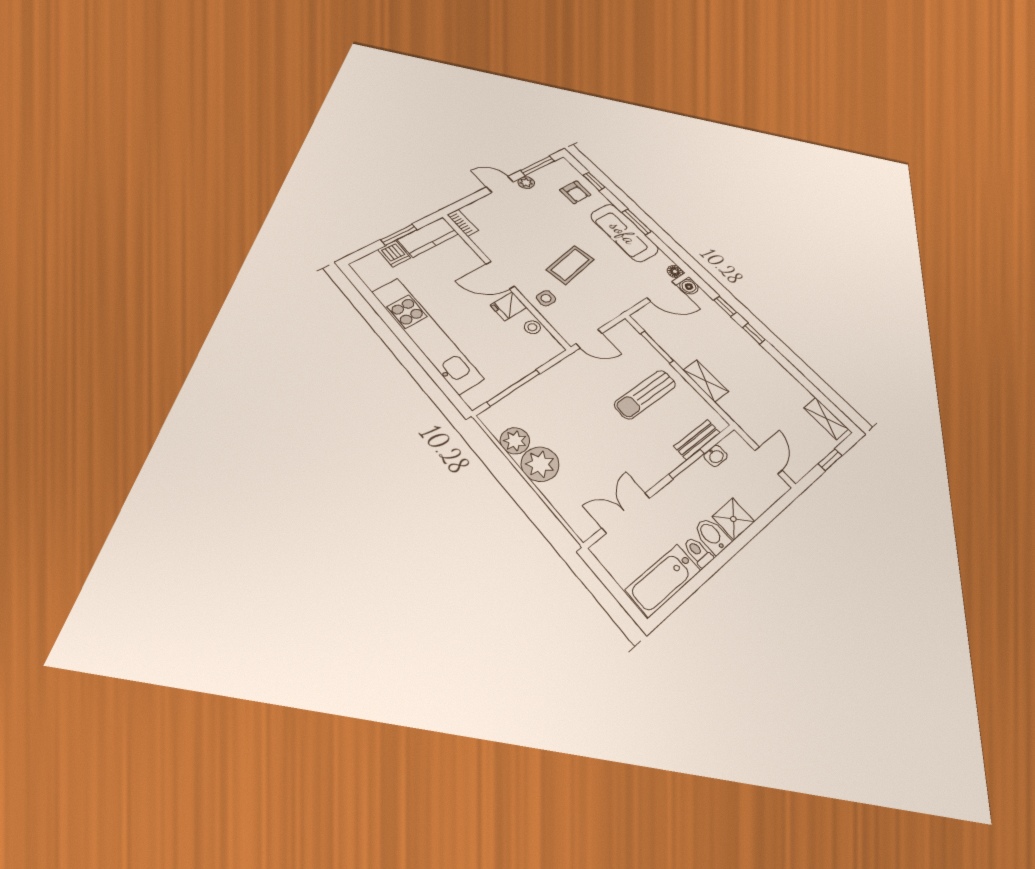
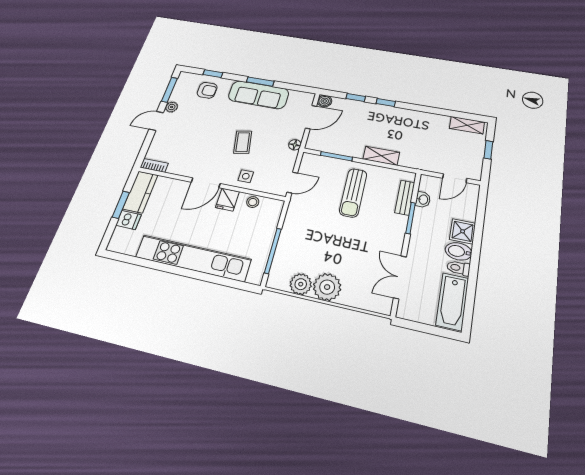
coffee table: (570, 265) -> (243, 142), width x0.73, depth x0.77
floor lamp: (675, 271) -> (295, 145), moved
door: (768, 460) -> (455, 178), swing flipped

